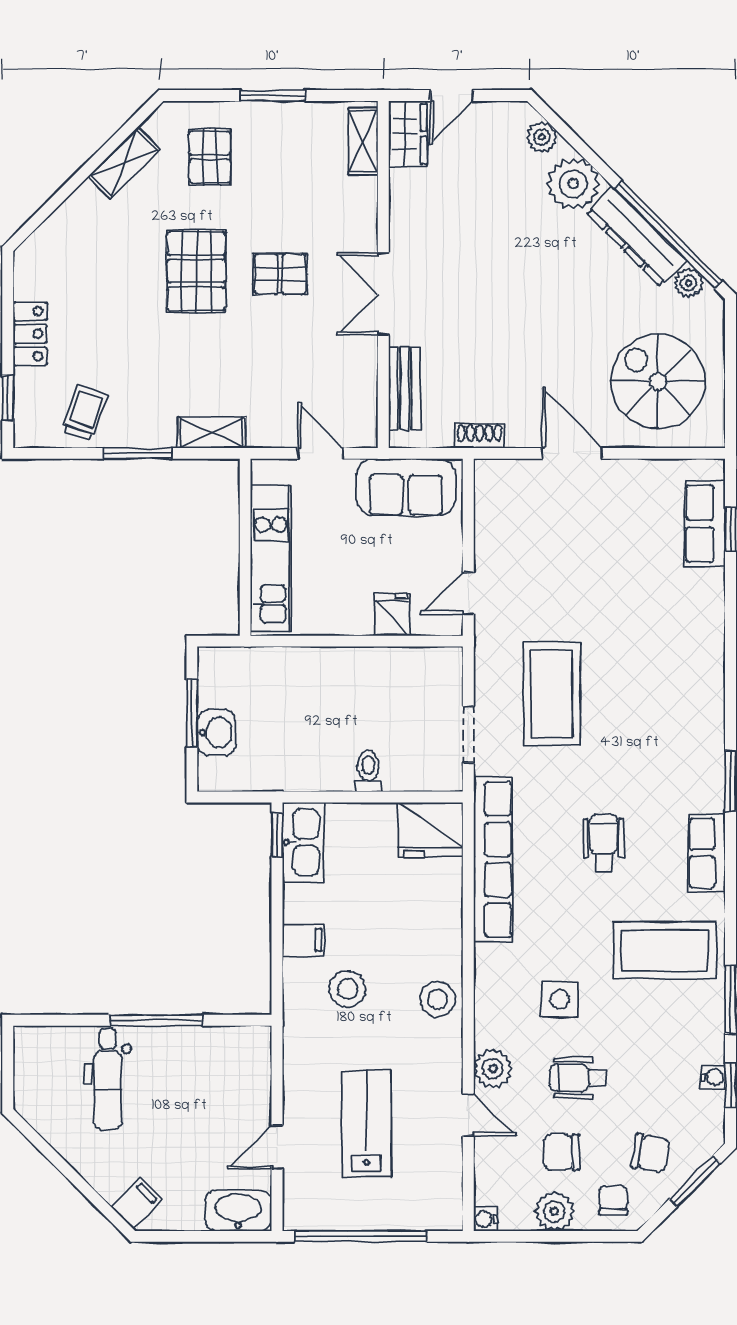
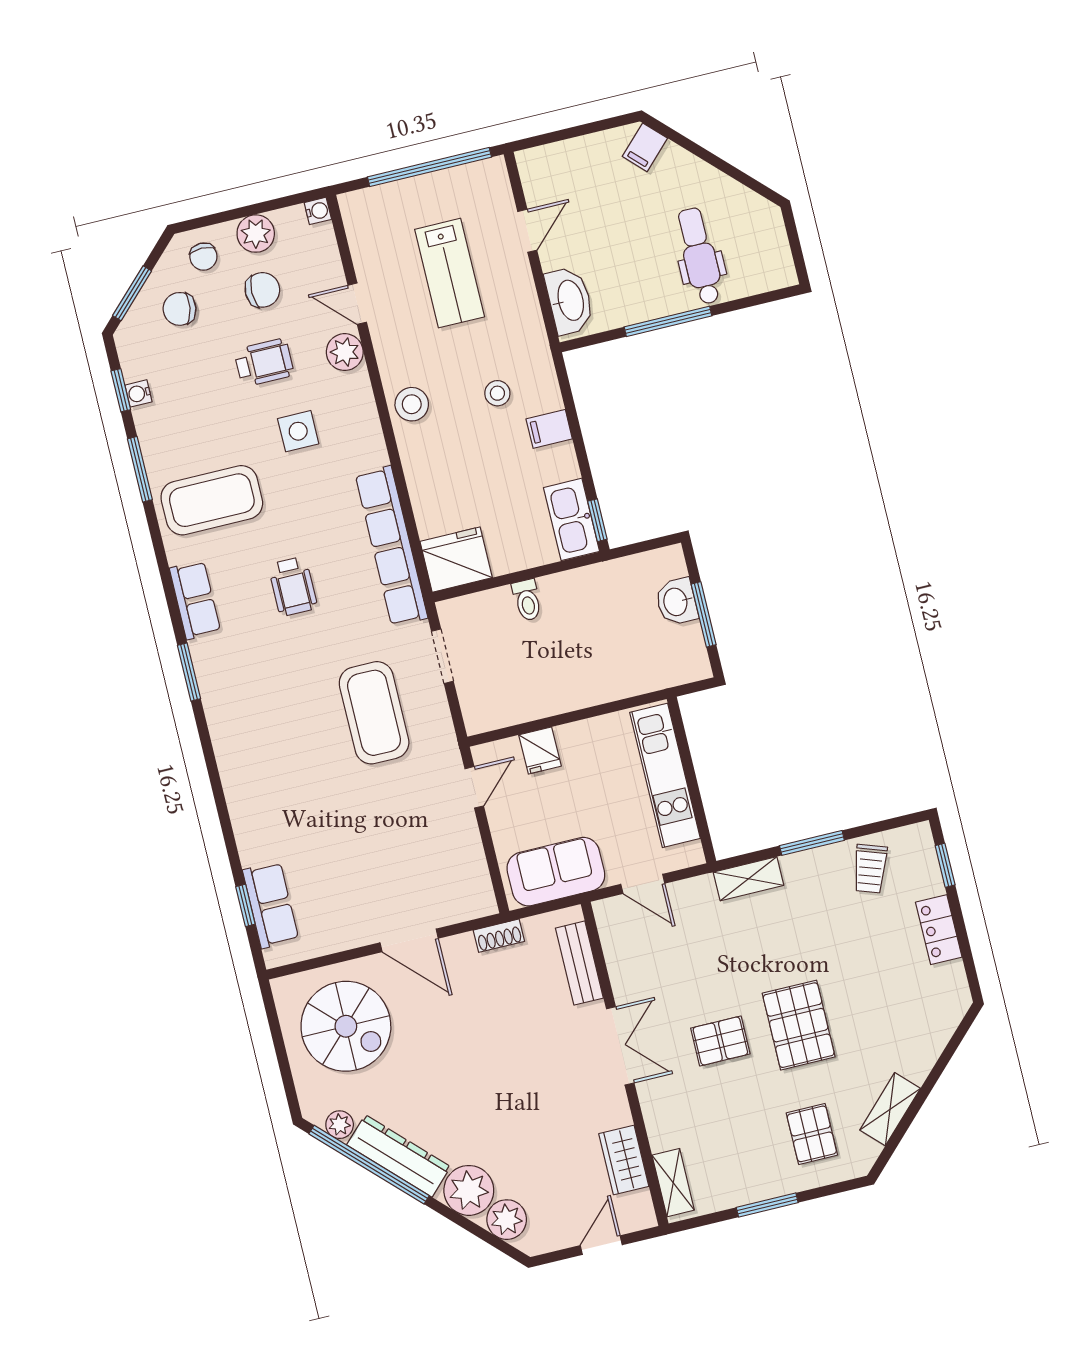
wardrobe: (408, 134) -> (624, 1160), moved
plant: (542, 137) -> (507, 1220), width x1.38, depth x1.38
stool: (347, 989) -> (497, 393), width x0.73, depth x0.73
washbasin: (238, 1211) -> (570, 301), moved, turned -90

